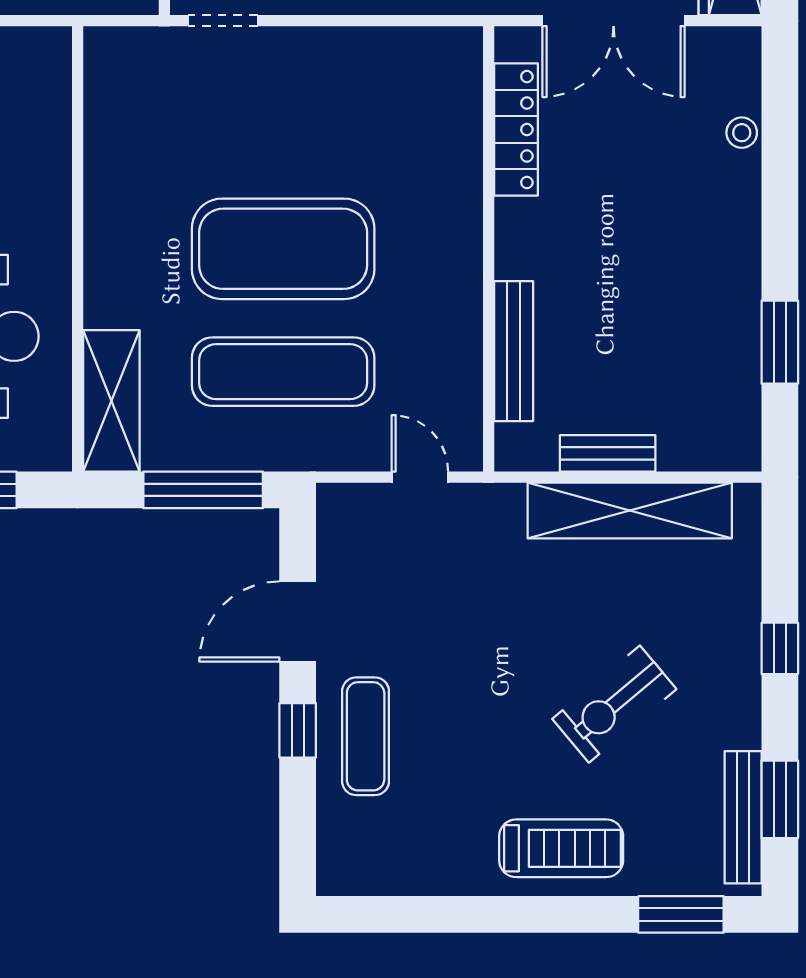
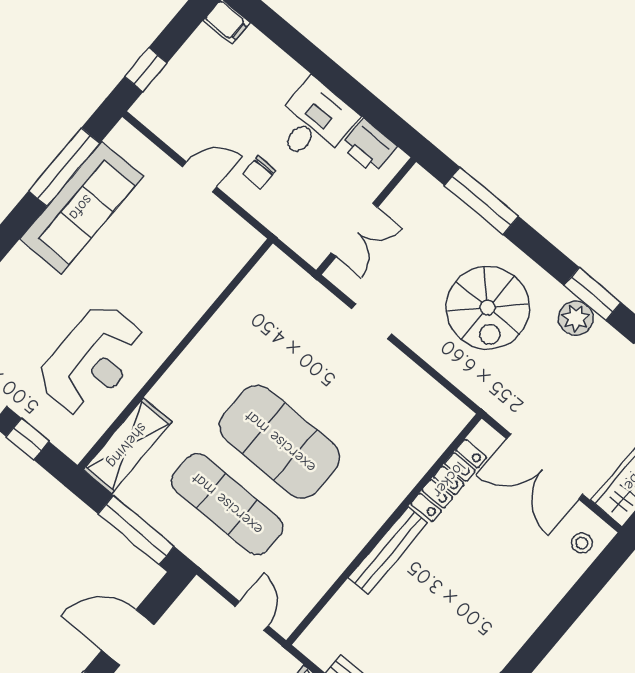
doorway: (223, 21) -> (372, 321), moved
stool: (742, 133) -> (582, 543), moved
bench: (514, 351) -> (388, 550), moved

